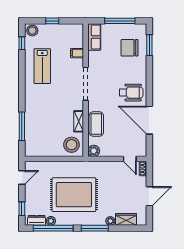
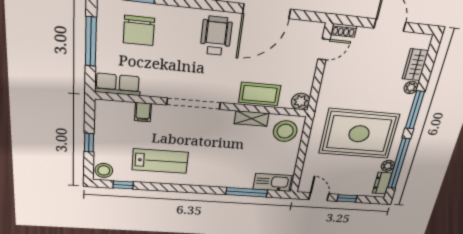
kitchen sink: (31, 143) -> (272, 182), added
rug: (74, 195) -> (359, 134), turned 90
window: (22, 209) -> (347, 198), moved

